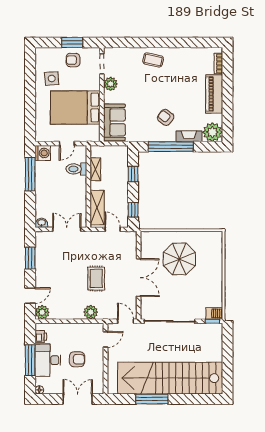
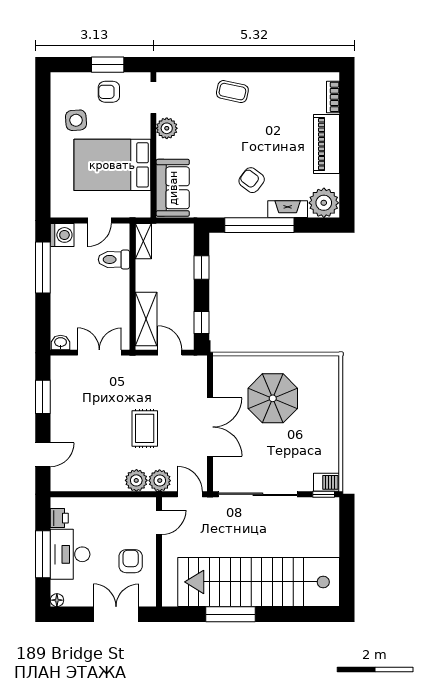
shelving: (95, 169) -> (143, 241), moved
plant: (42, 312) -> (160, 481), moved
armchair: (77, 359) -> (131, 561), moved, turned -90

